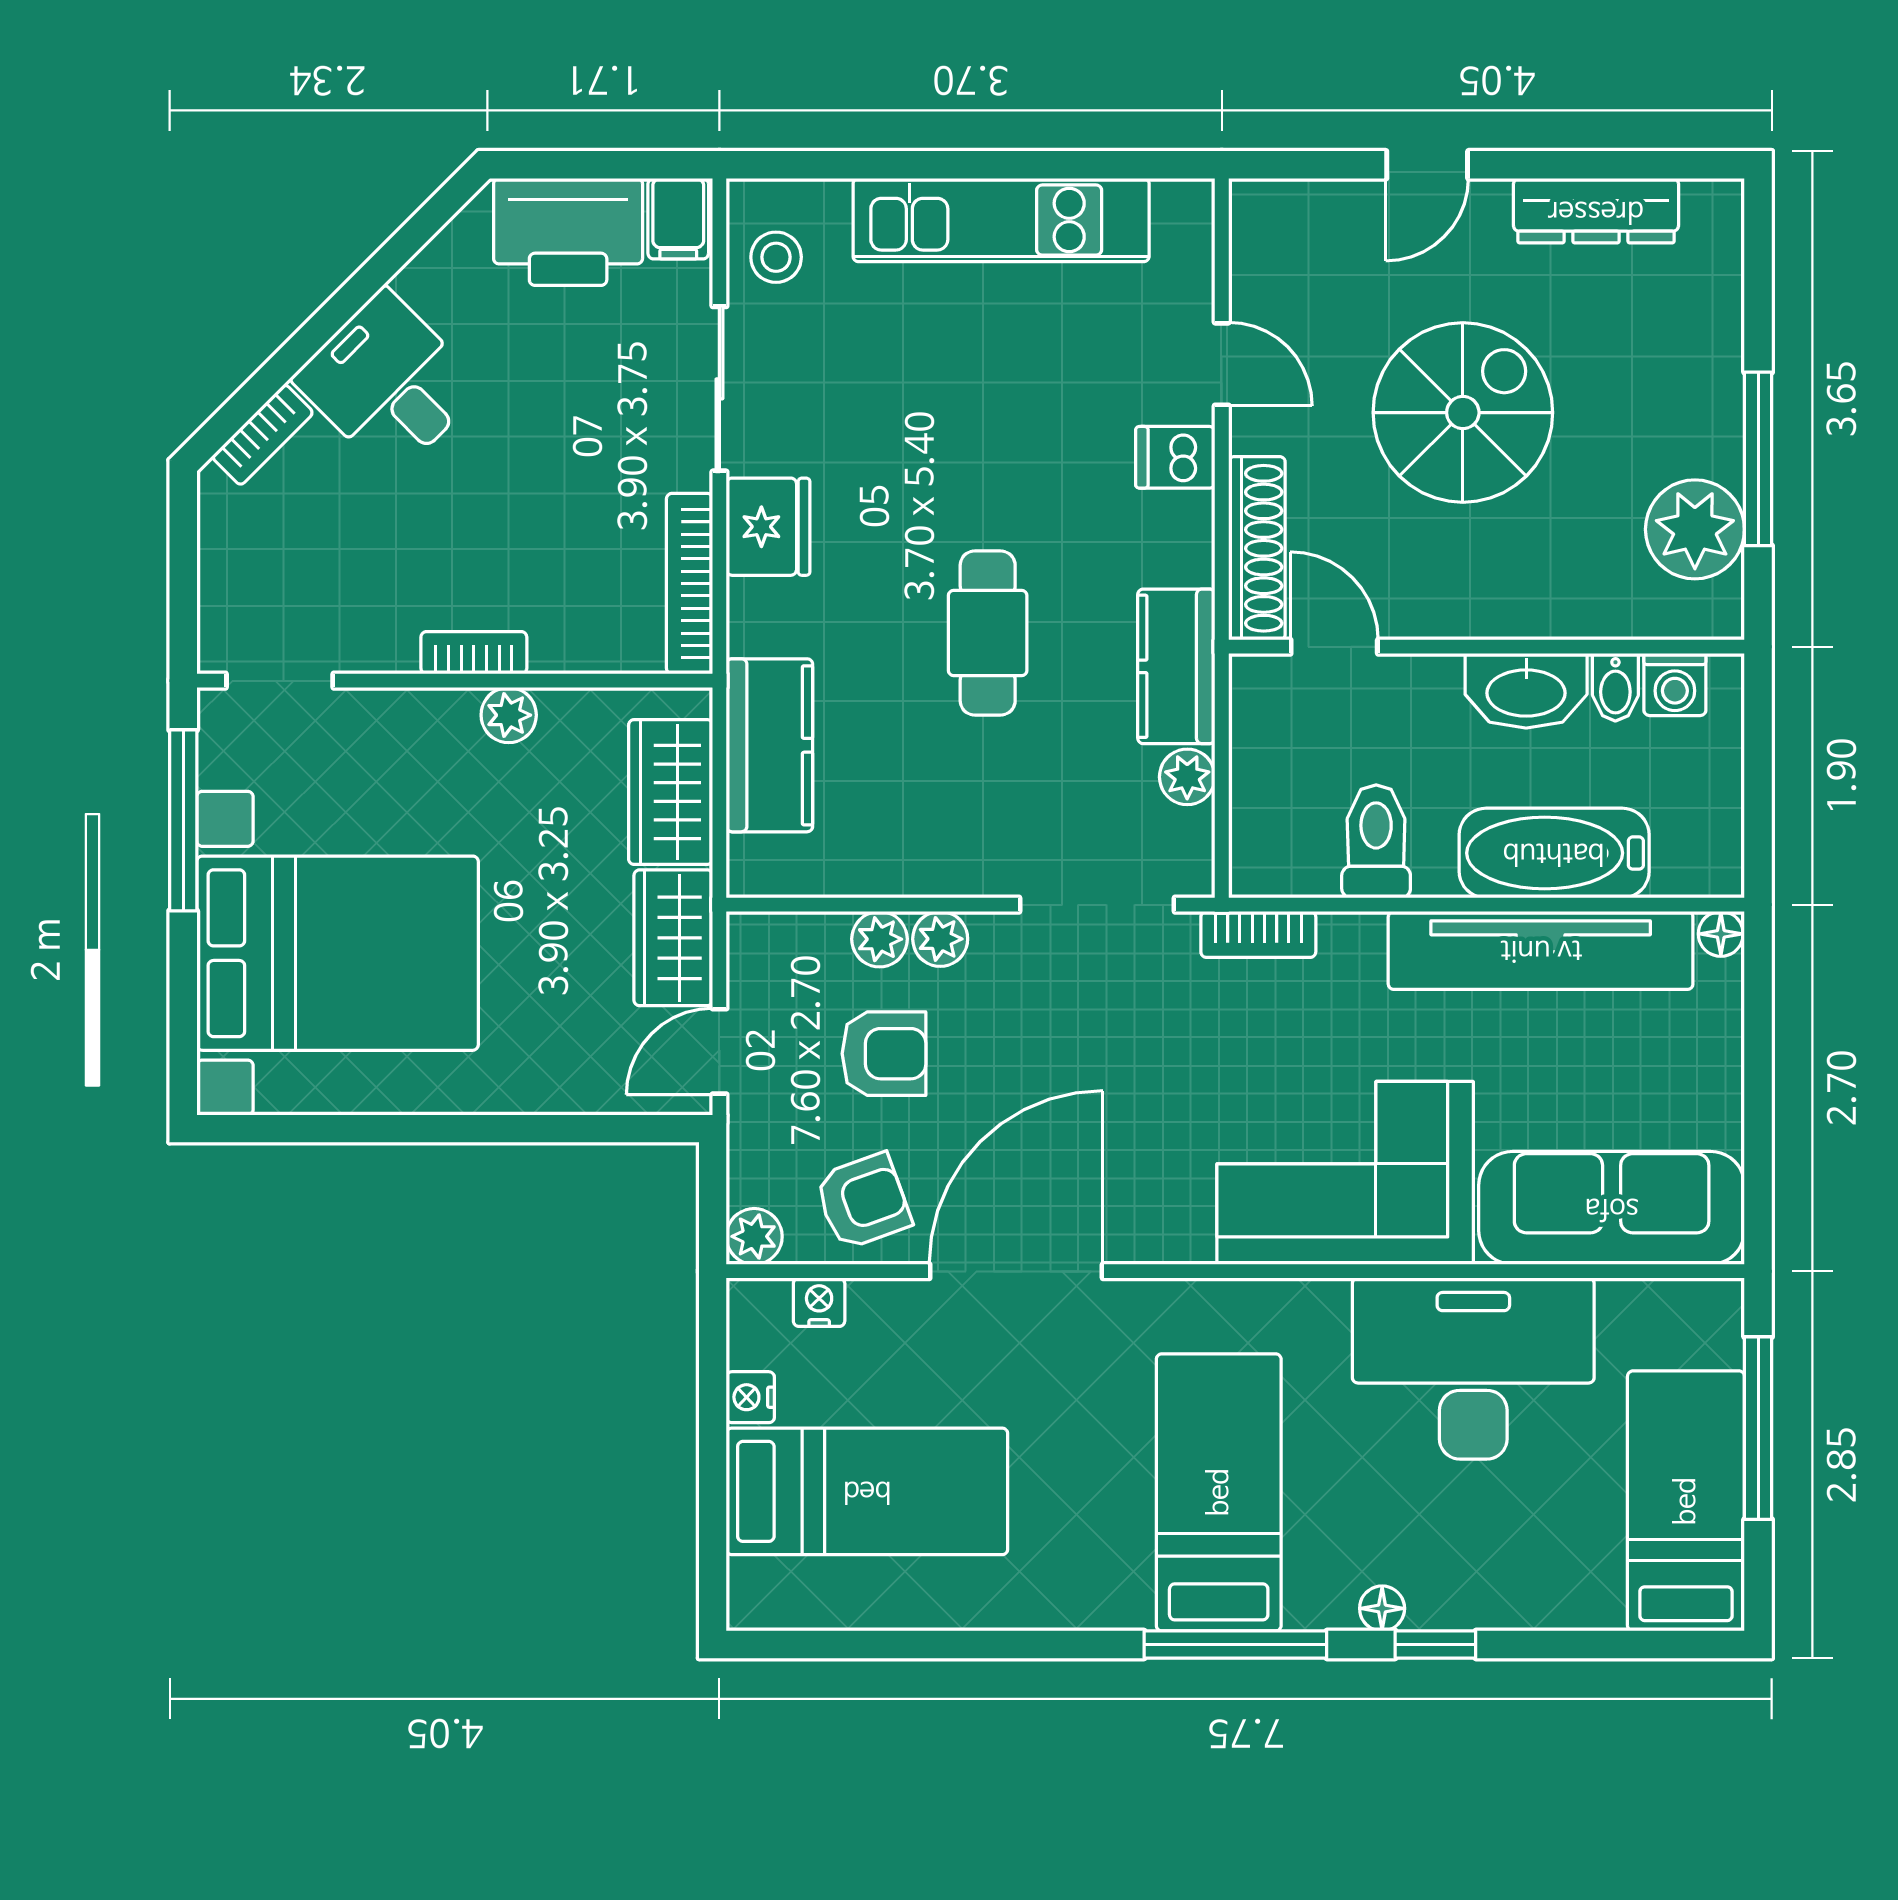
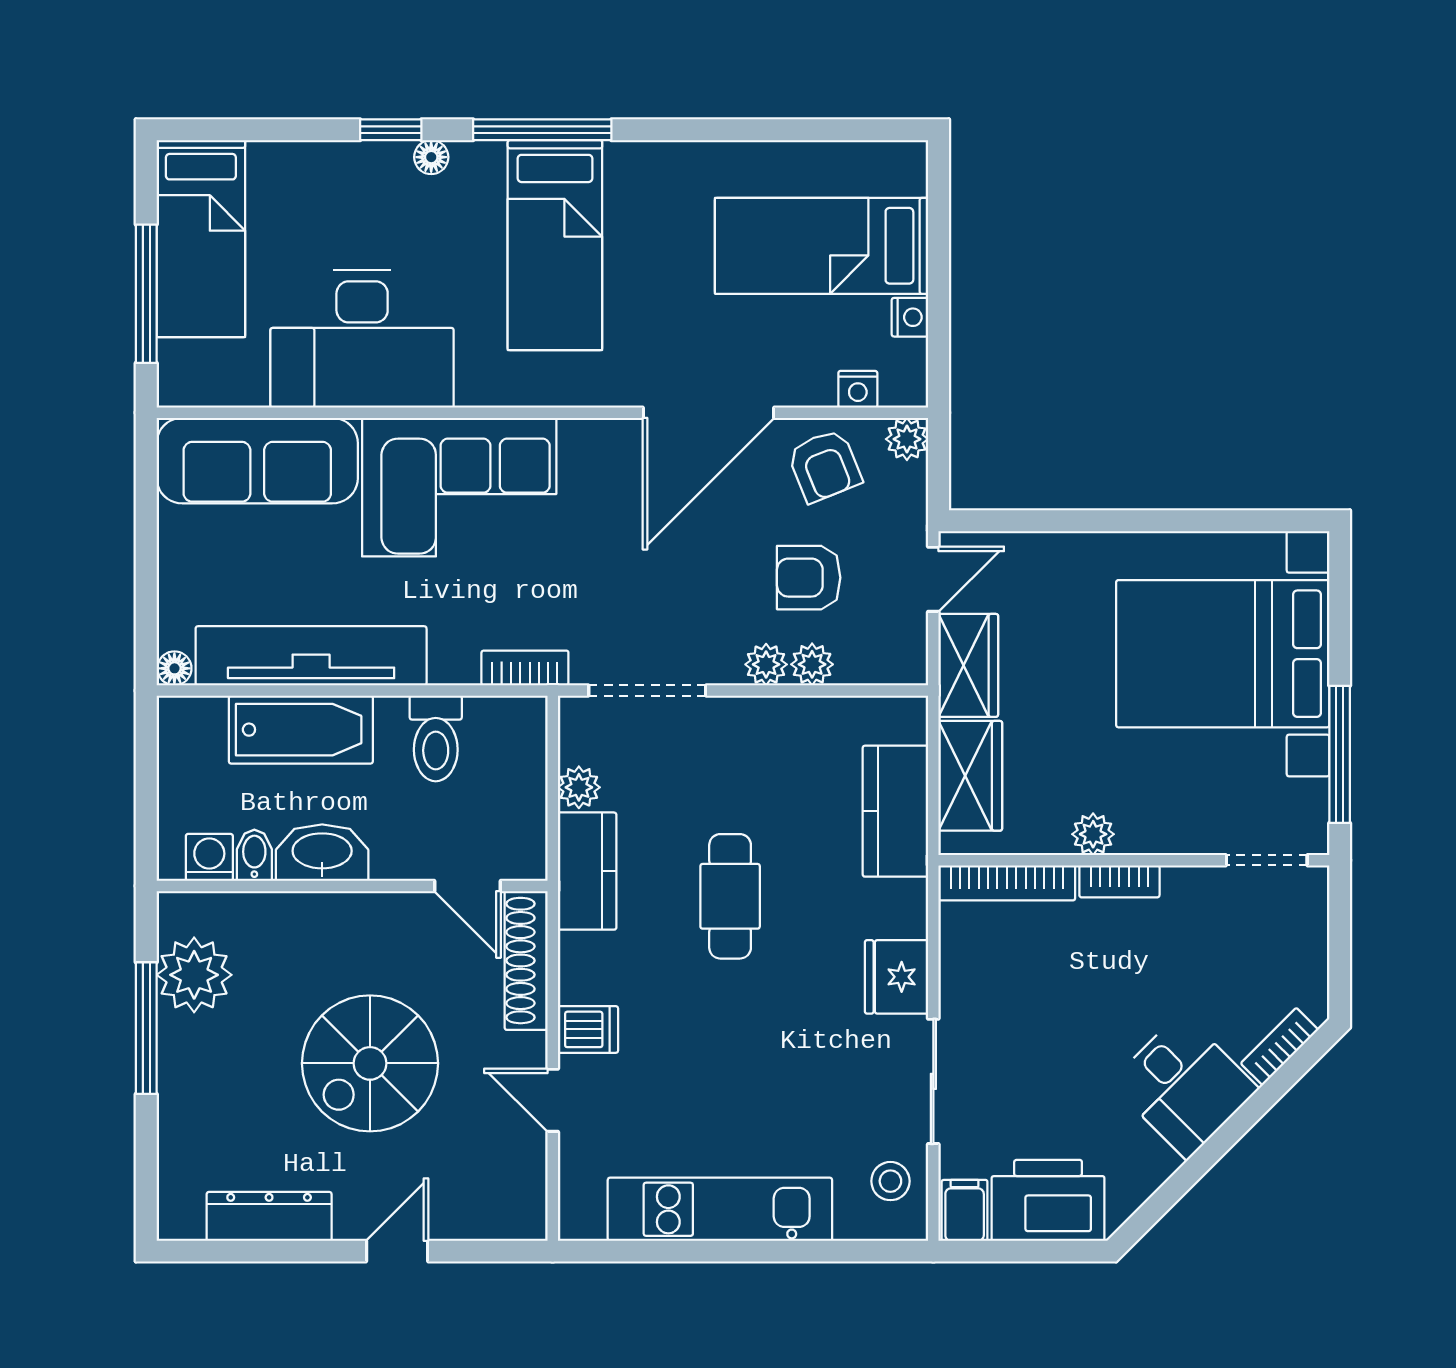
bookcase: (690, 584) -> (1007, 883), moved, turned 90
armchair: (863, 1201) -> (825, 466), turned -92

